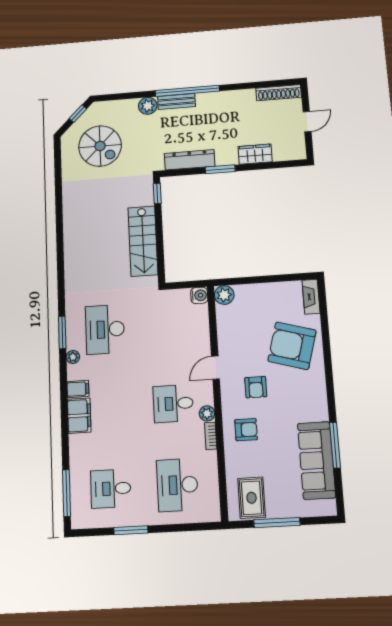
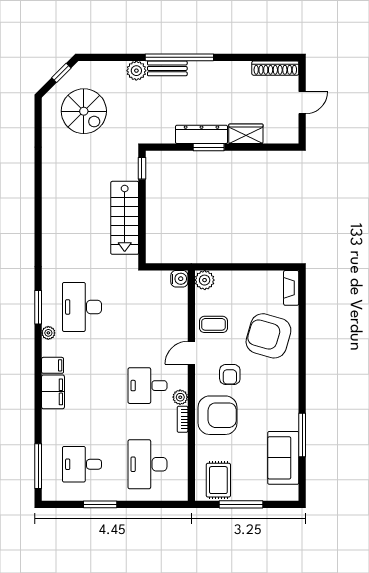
dresser: (190, 160) -> (201, 134), moved
coffee table: (236, 338) -> (214, 324), added
armchair: (246, 430) -> (217, 415), width x1.88, depth x1.88
sofa: (316, 460) -> (283, 458), width x0.73

